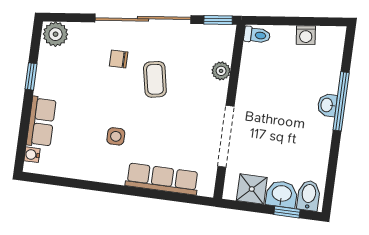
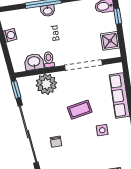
toilet: (257, 35) -> (49, 60), moved
plant: (221, 71) -> (46, 84), width x1.87, depth x1.87
coffee table: (155, 79) -> (80, 110), moved
washbasin: (282, 194) -> (34, 62), moved, turned 90

